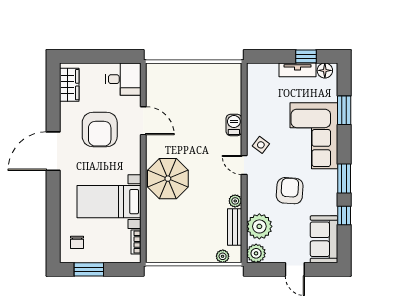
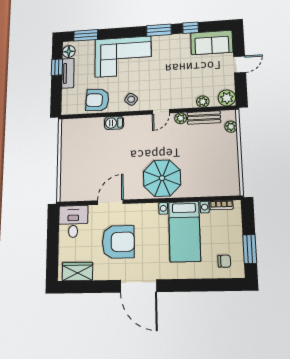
window: (344, 110) -> (86, 35), moved
door: (244, 165) -> (161, 112), moved
armchair: (290, 191) -> (97, 100), moved
plant: (259, 226) -> (203, 102), width x0.53, depth x0.53

